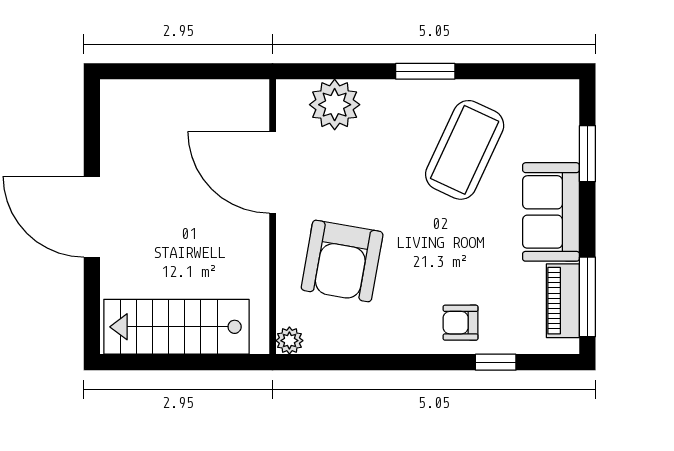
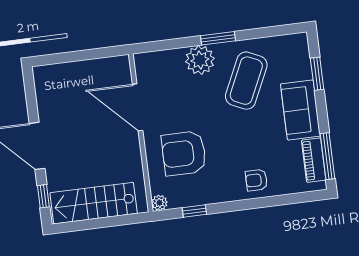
plant: (335, 105) -> (200, 60), moved
armchair: (342, 261) -> (184, 153), turned 80
window: (92, 304) -> (43, 196), added
window: (496, 362) -> (194, 211), moved

